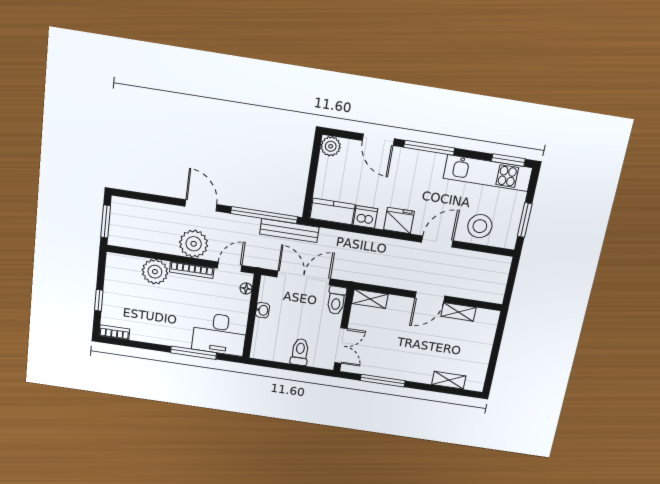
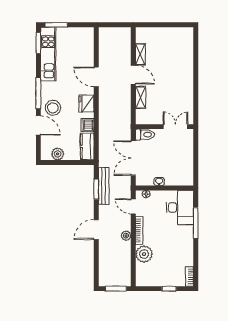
door: (378, 140) -> (38, 125), hinge flipped
plant: (331, 146) -> (58, 154), moved
window: (264, 215) -> (96, 189), width x0.47
window: (525, 220) -> (56, 25), moved
stool: (480, 226) -> (53, 108), moved
bench: (289, 231) -> (104, 186), moved
plant: (194, 244) -> (126, 236), width x0.53, depth x0.53
shelving: (370, 299) -> (141, 97), moved
toilet: (300, 352) -> (184, 153), removed
shelving: (449, 380) -> (189, 51), removed
window: (383, 381) -> (196, 95), removed

